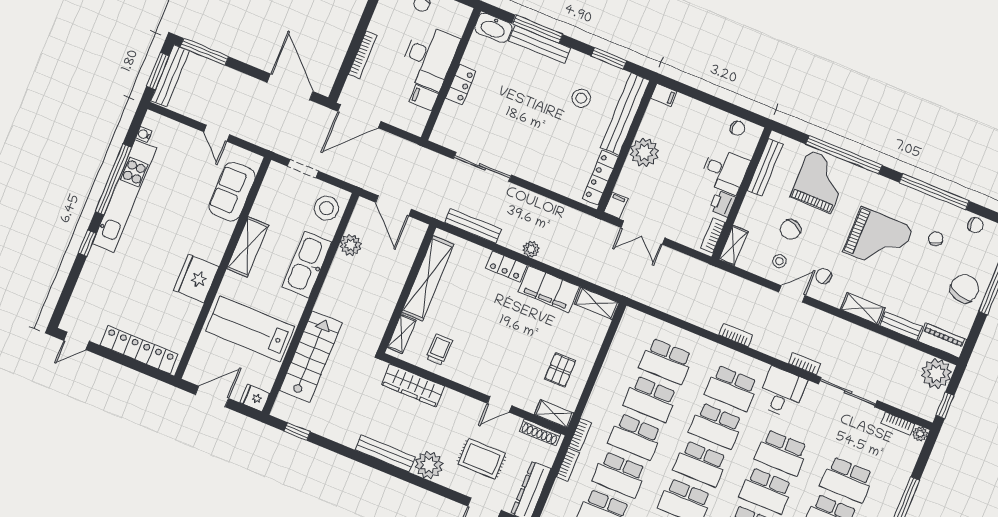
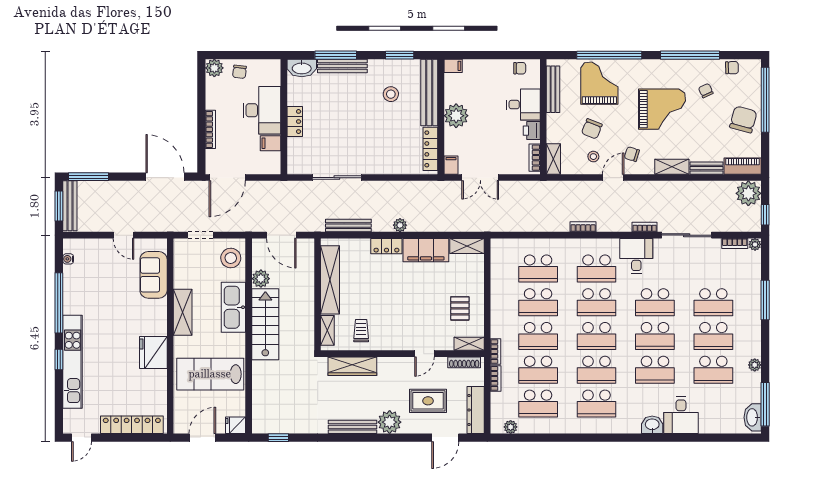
kitchen unit: (124, 196) -> (73, 362), moved
stairs: (311, 357) -> (265, 324), moved

